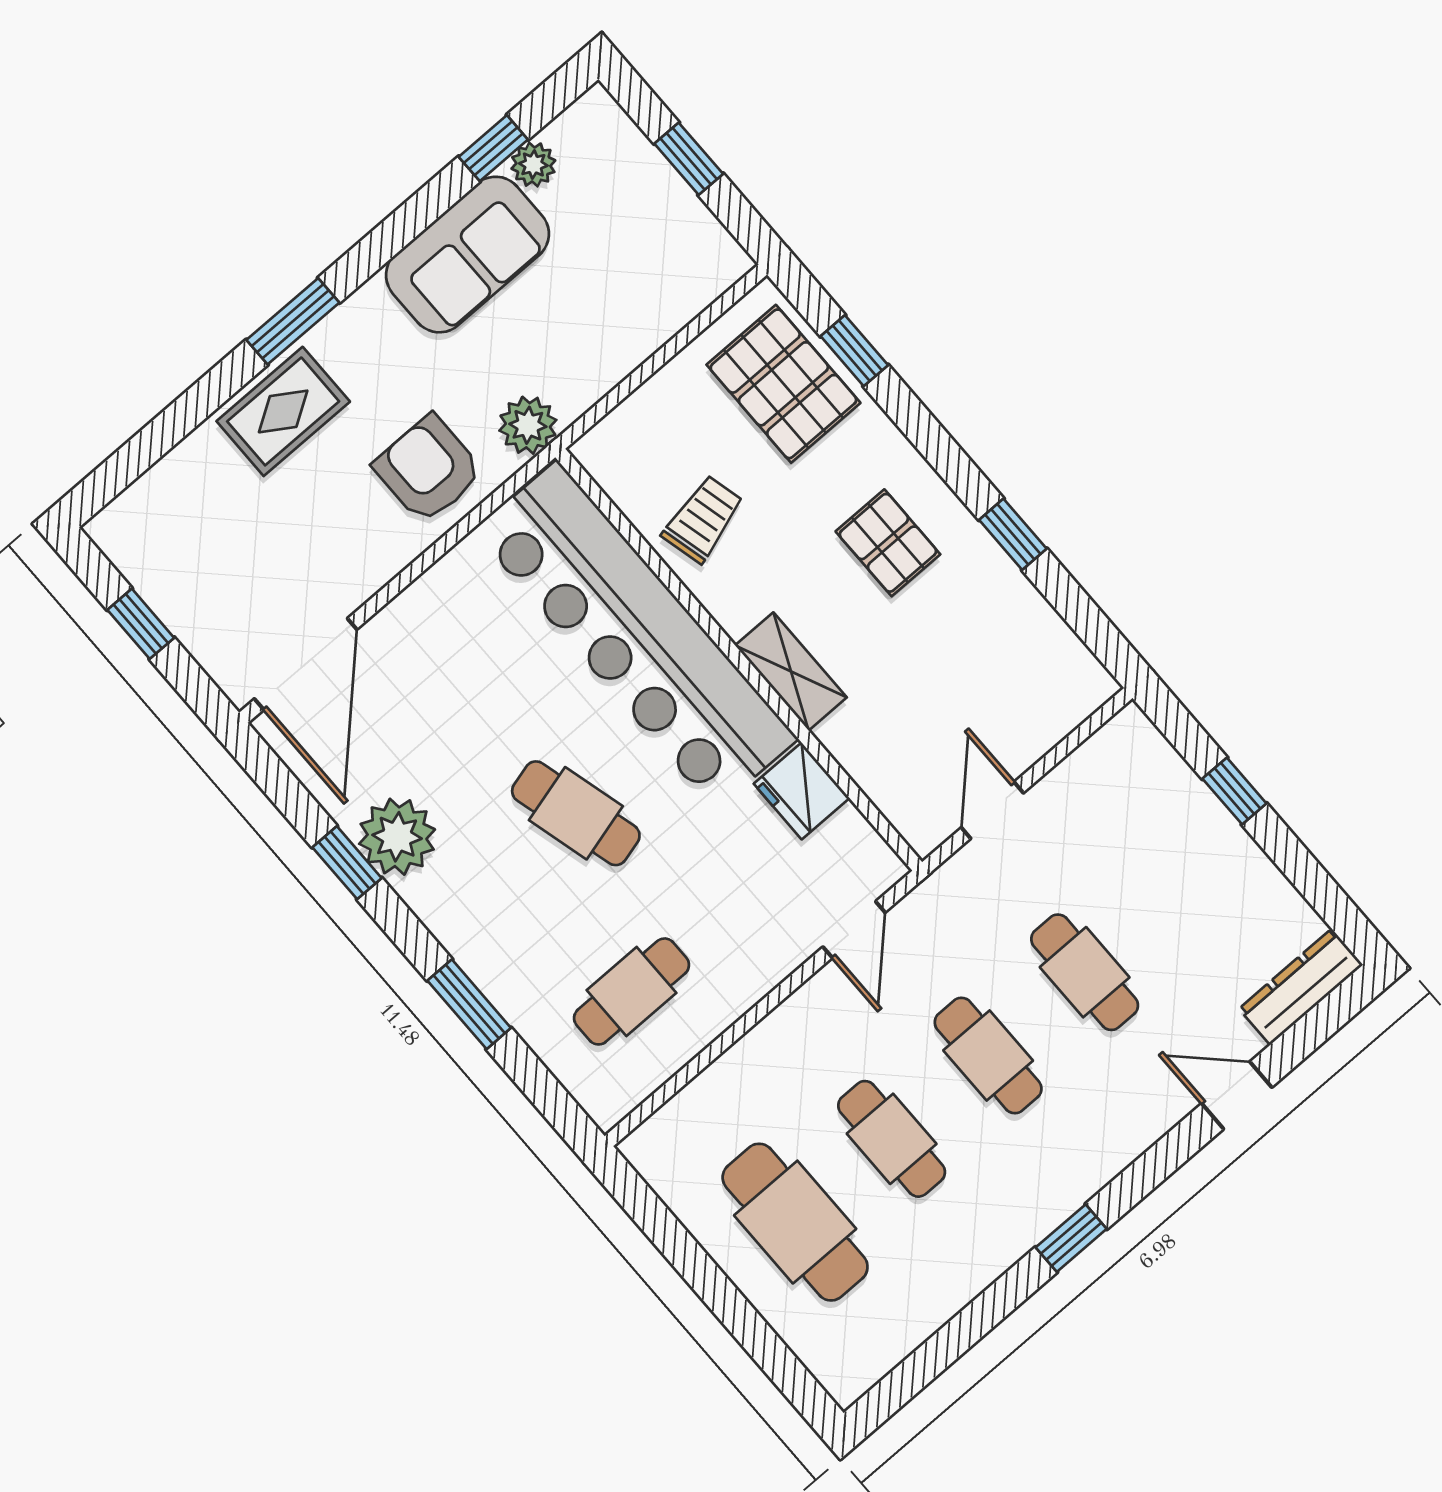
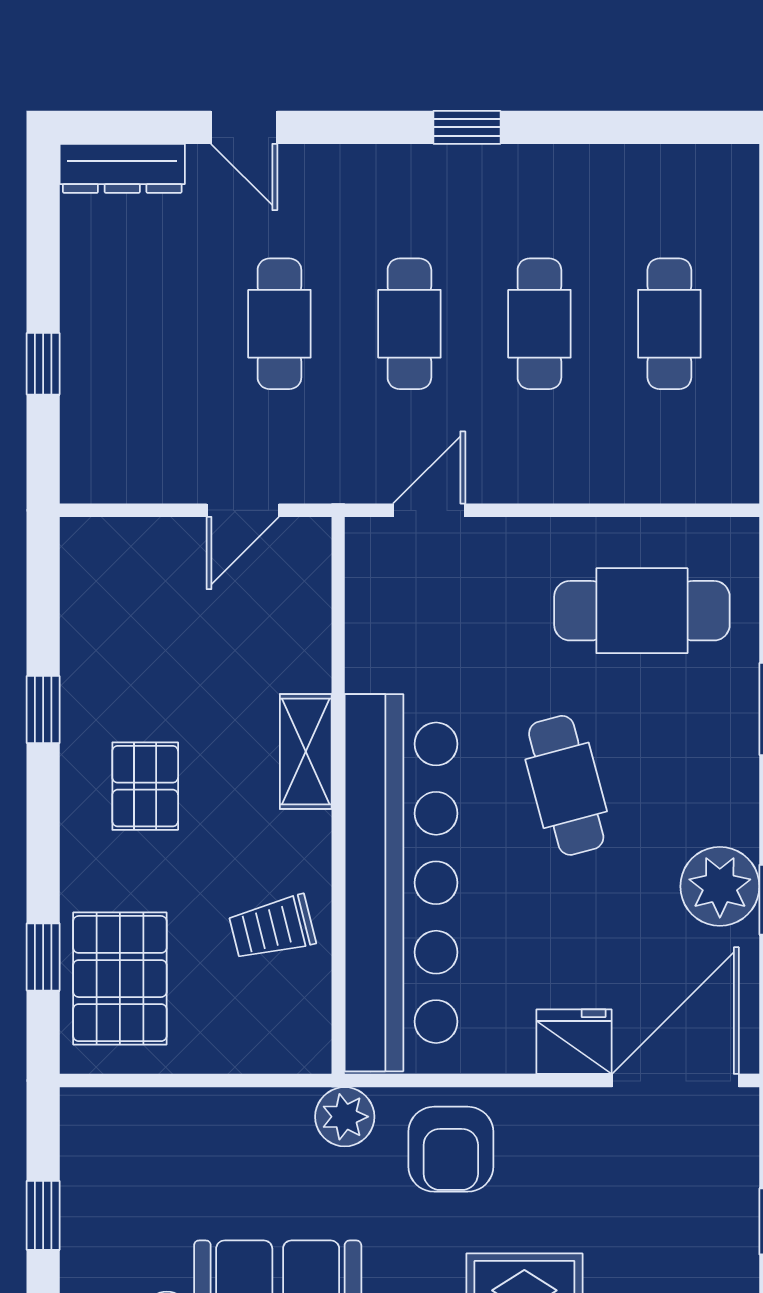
fridge: (802, 791) -> (574, 1042), moved, turned -90
cafe table: (632, 991) -> (642, 611), width x1.37, depth x1.35
cafe table: (795, 1222) -> (669, 324), width x0.73, depth x0.74

